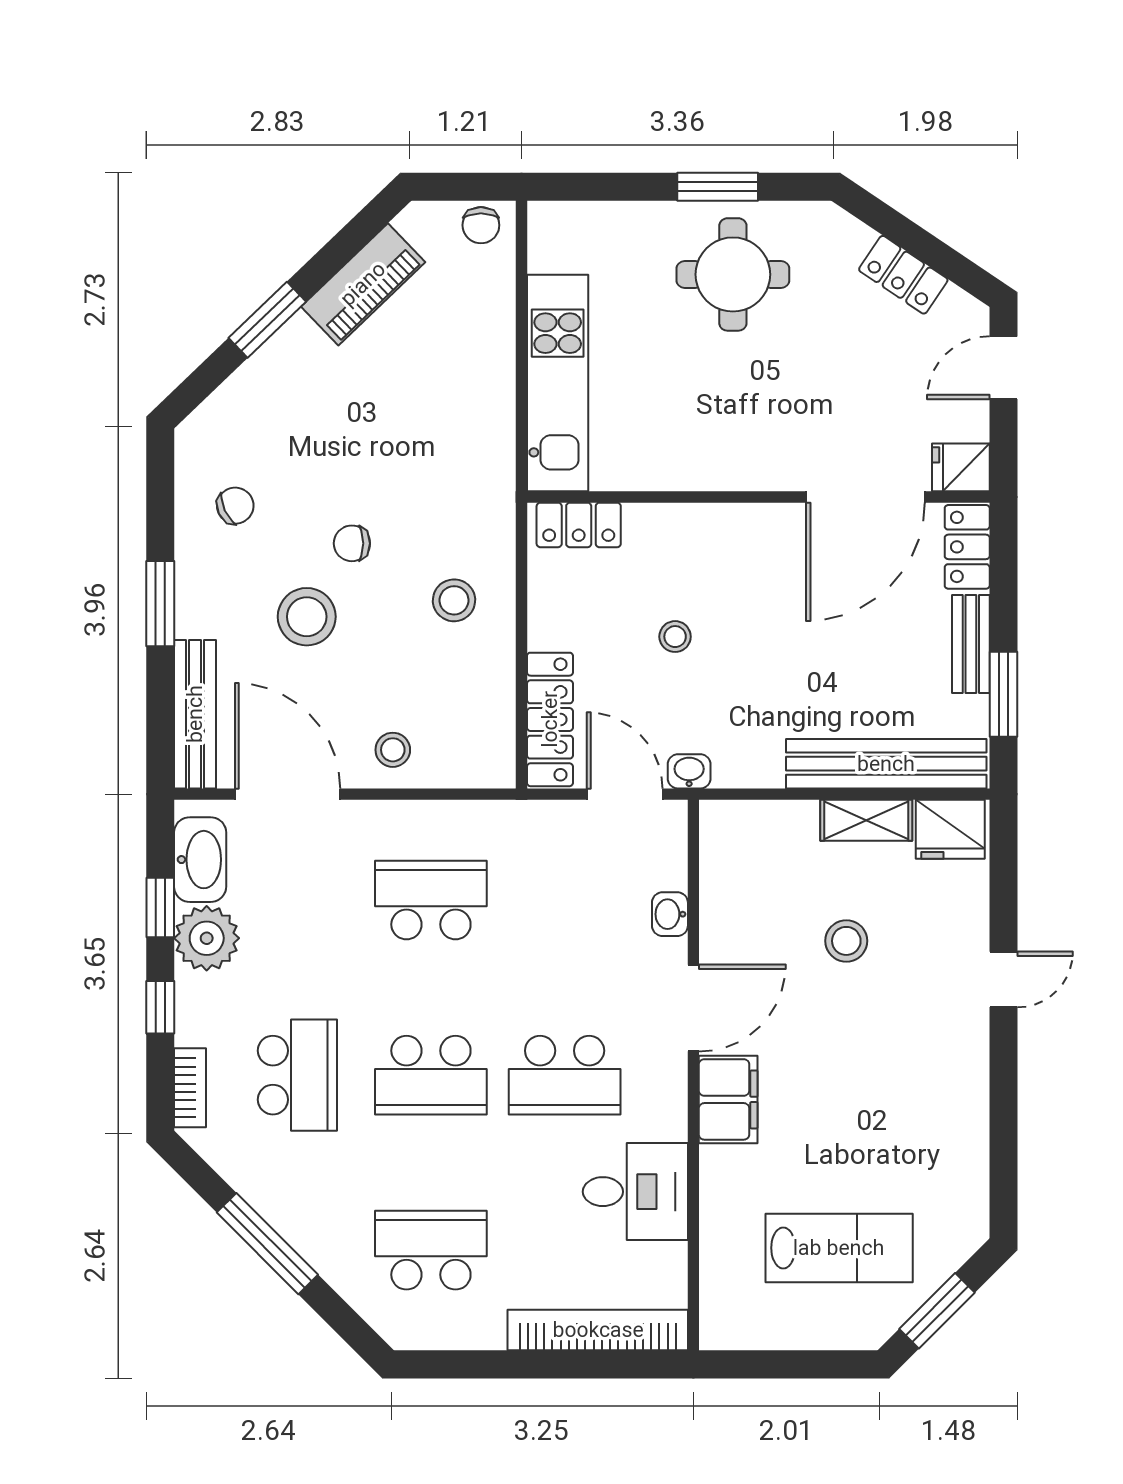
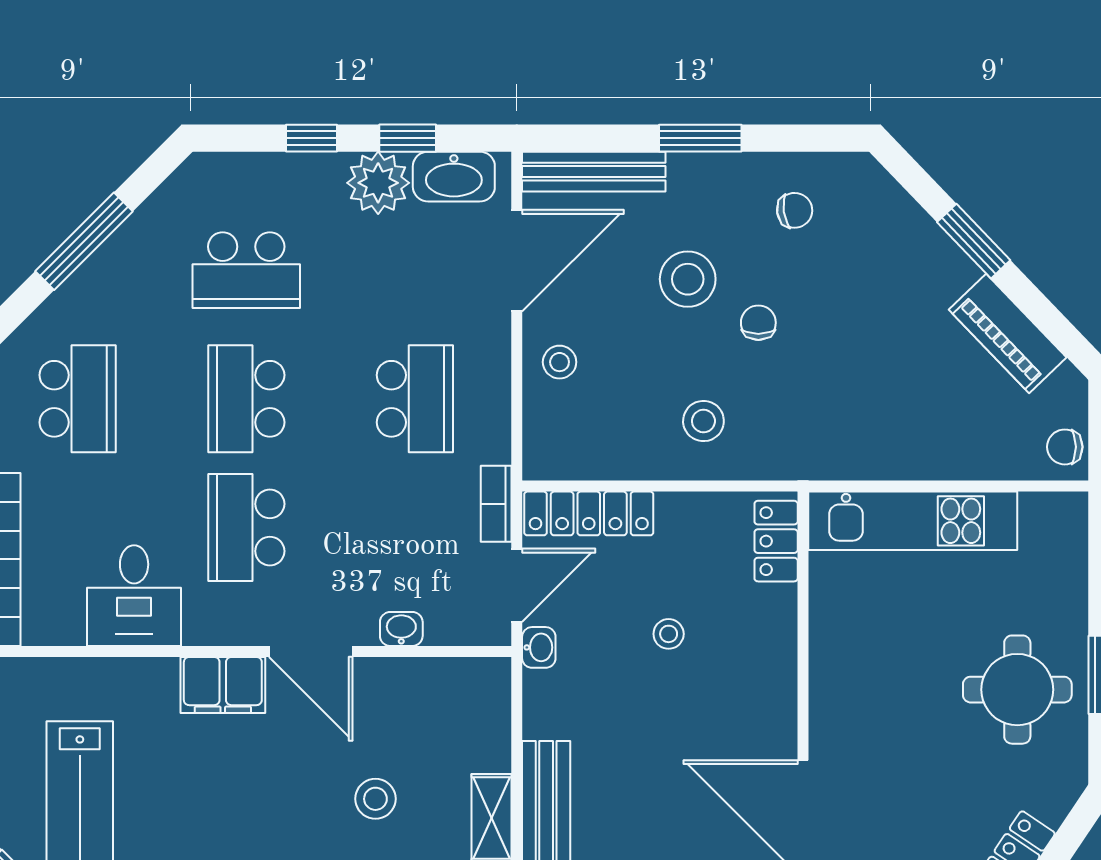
chair: (235, 506) -> (795, 210), turned -73
bookcase: (190, 1088) -> (496, 504), moved, turned 90

